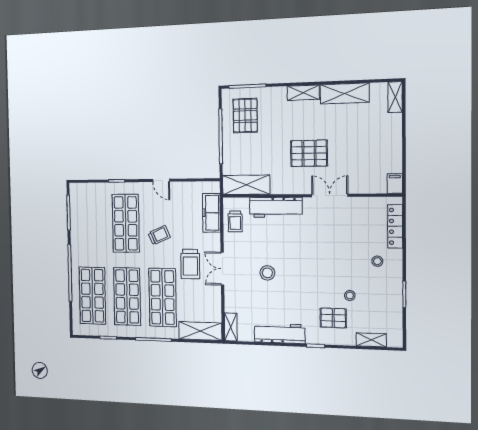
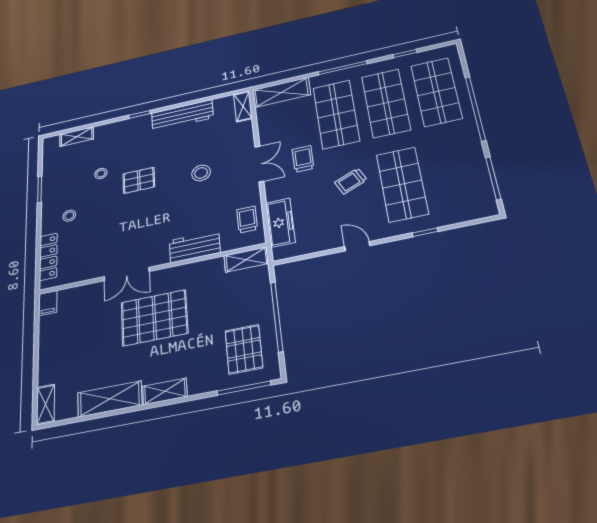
pallet: (309, 153) -> (154, 318), width x1.37, depth x1.41
shelving: (246, 185) -> (246, 260), width x0.67, depth x0.75
workbench: (276, 207) -> (195, 247), width x0.73
trolley: (190, 264) -> (303, 159), width x0.73, depth x0.72
pallet: (333, 318) -> (139, 180), moved

